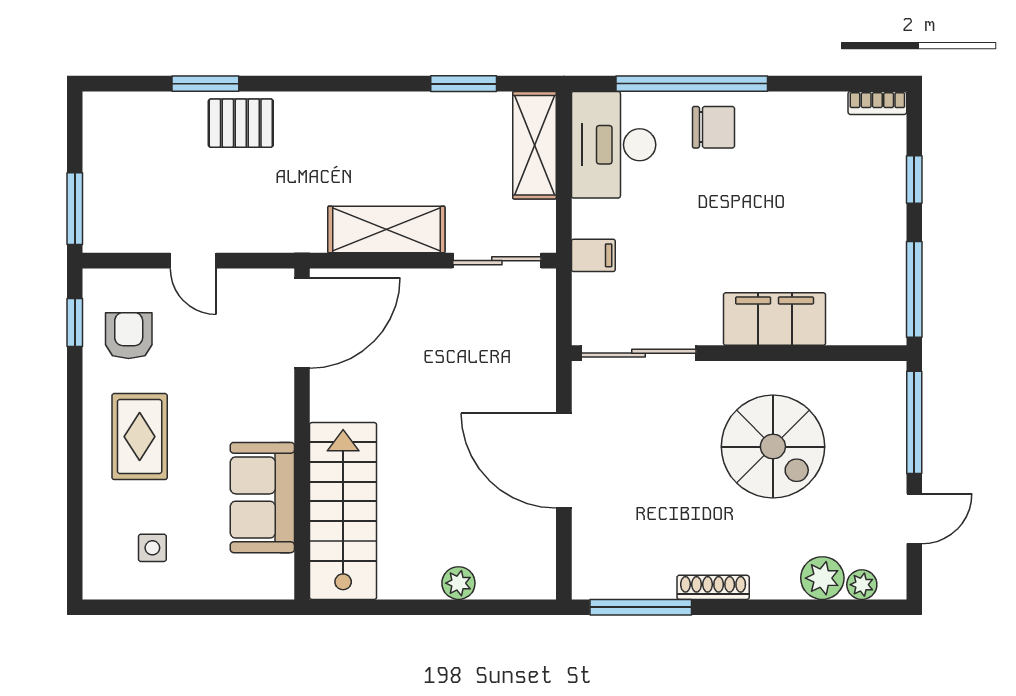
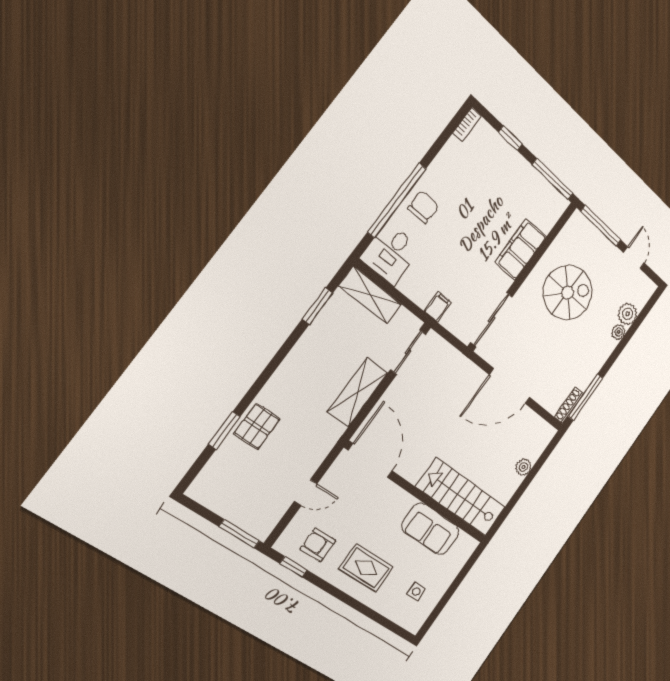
desk: (614, 145) -> (391, 253), width x0.73
plant: (862, 585) -> (619, 332), moved
shoe rack: (713, 587) -> (569, 405), moved

